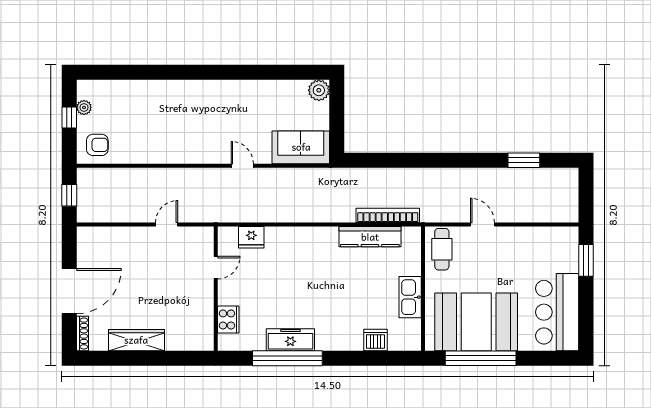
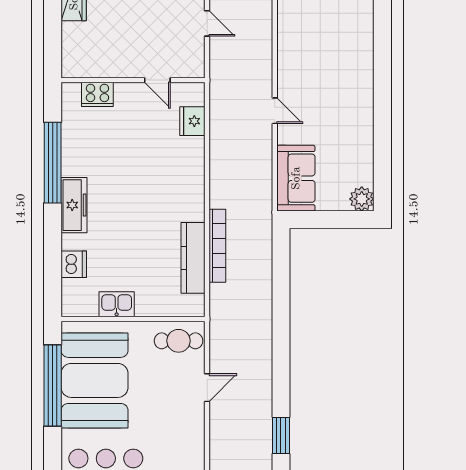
door: (242, 166) -> (275, 111), hinge flipped
bookcase: (388, 215) -> (217, 246), moved
kitchen sink: (410, 297) -> (117, 304), width x0.73
freezer: (290, 340) -> (74, 205), moved

